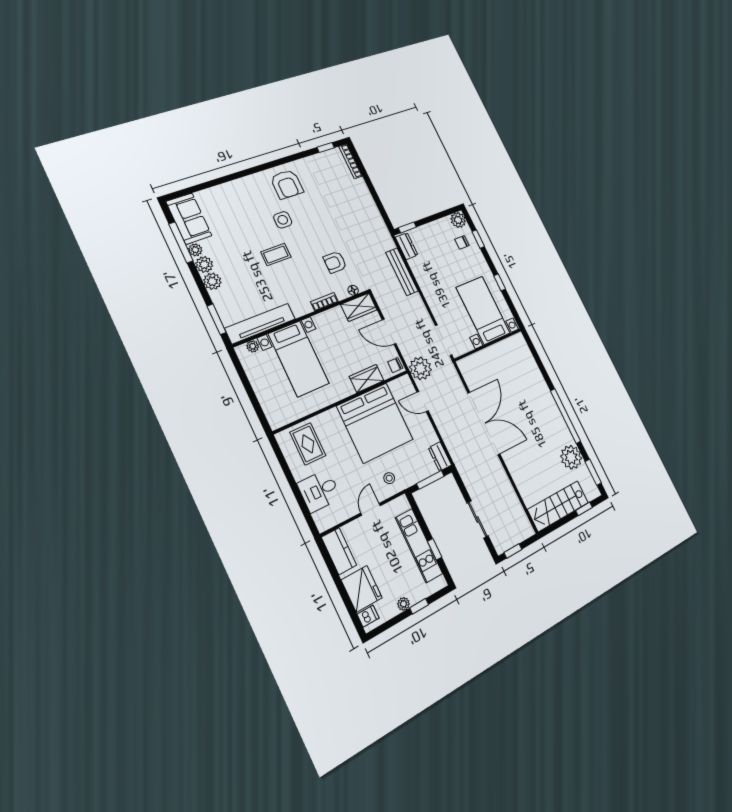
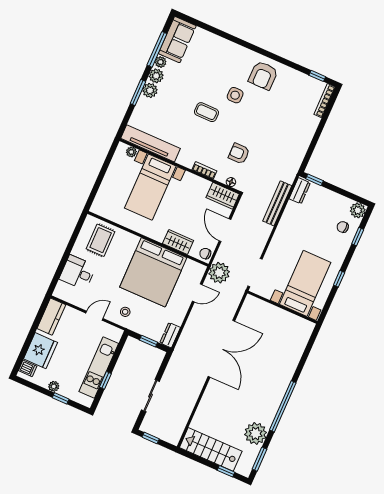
window: (217, 319) -> (138, 92), moved
door: (423, 401) -> (197, 293), swing flipped
window: (430, 480) -> (149, 341), width x0.67

